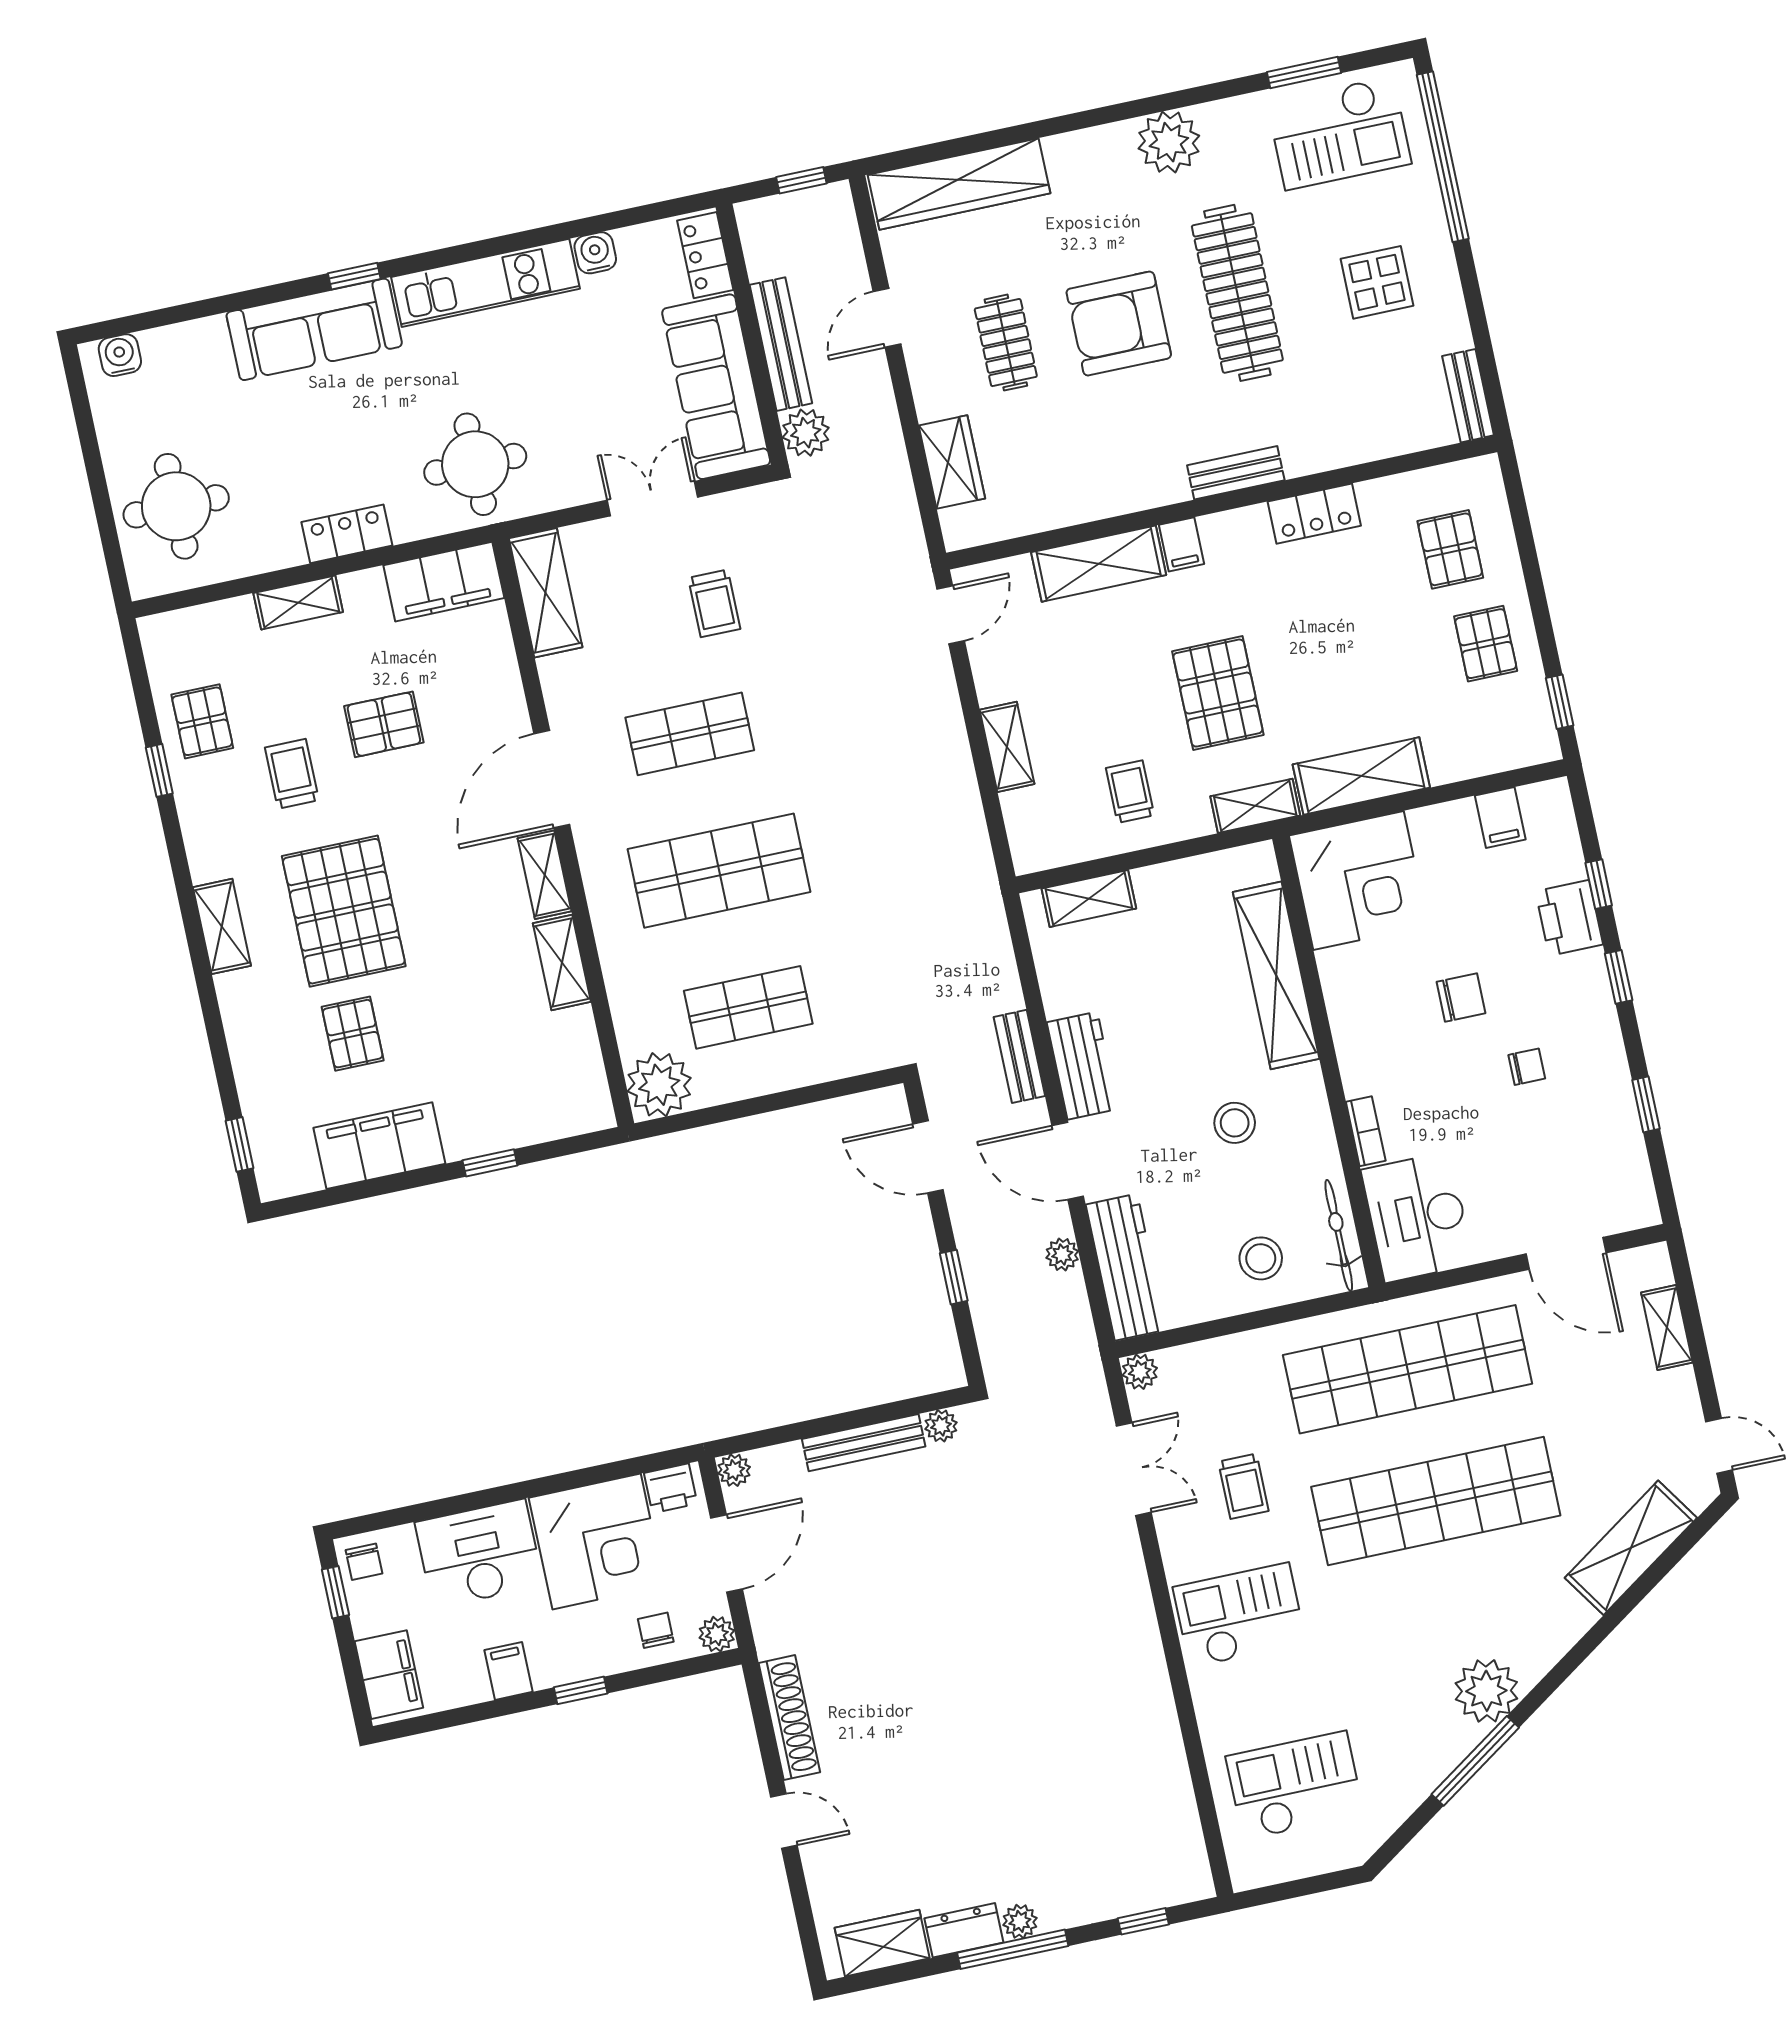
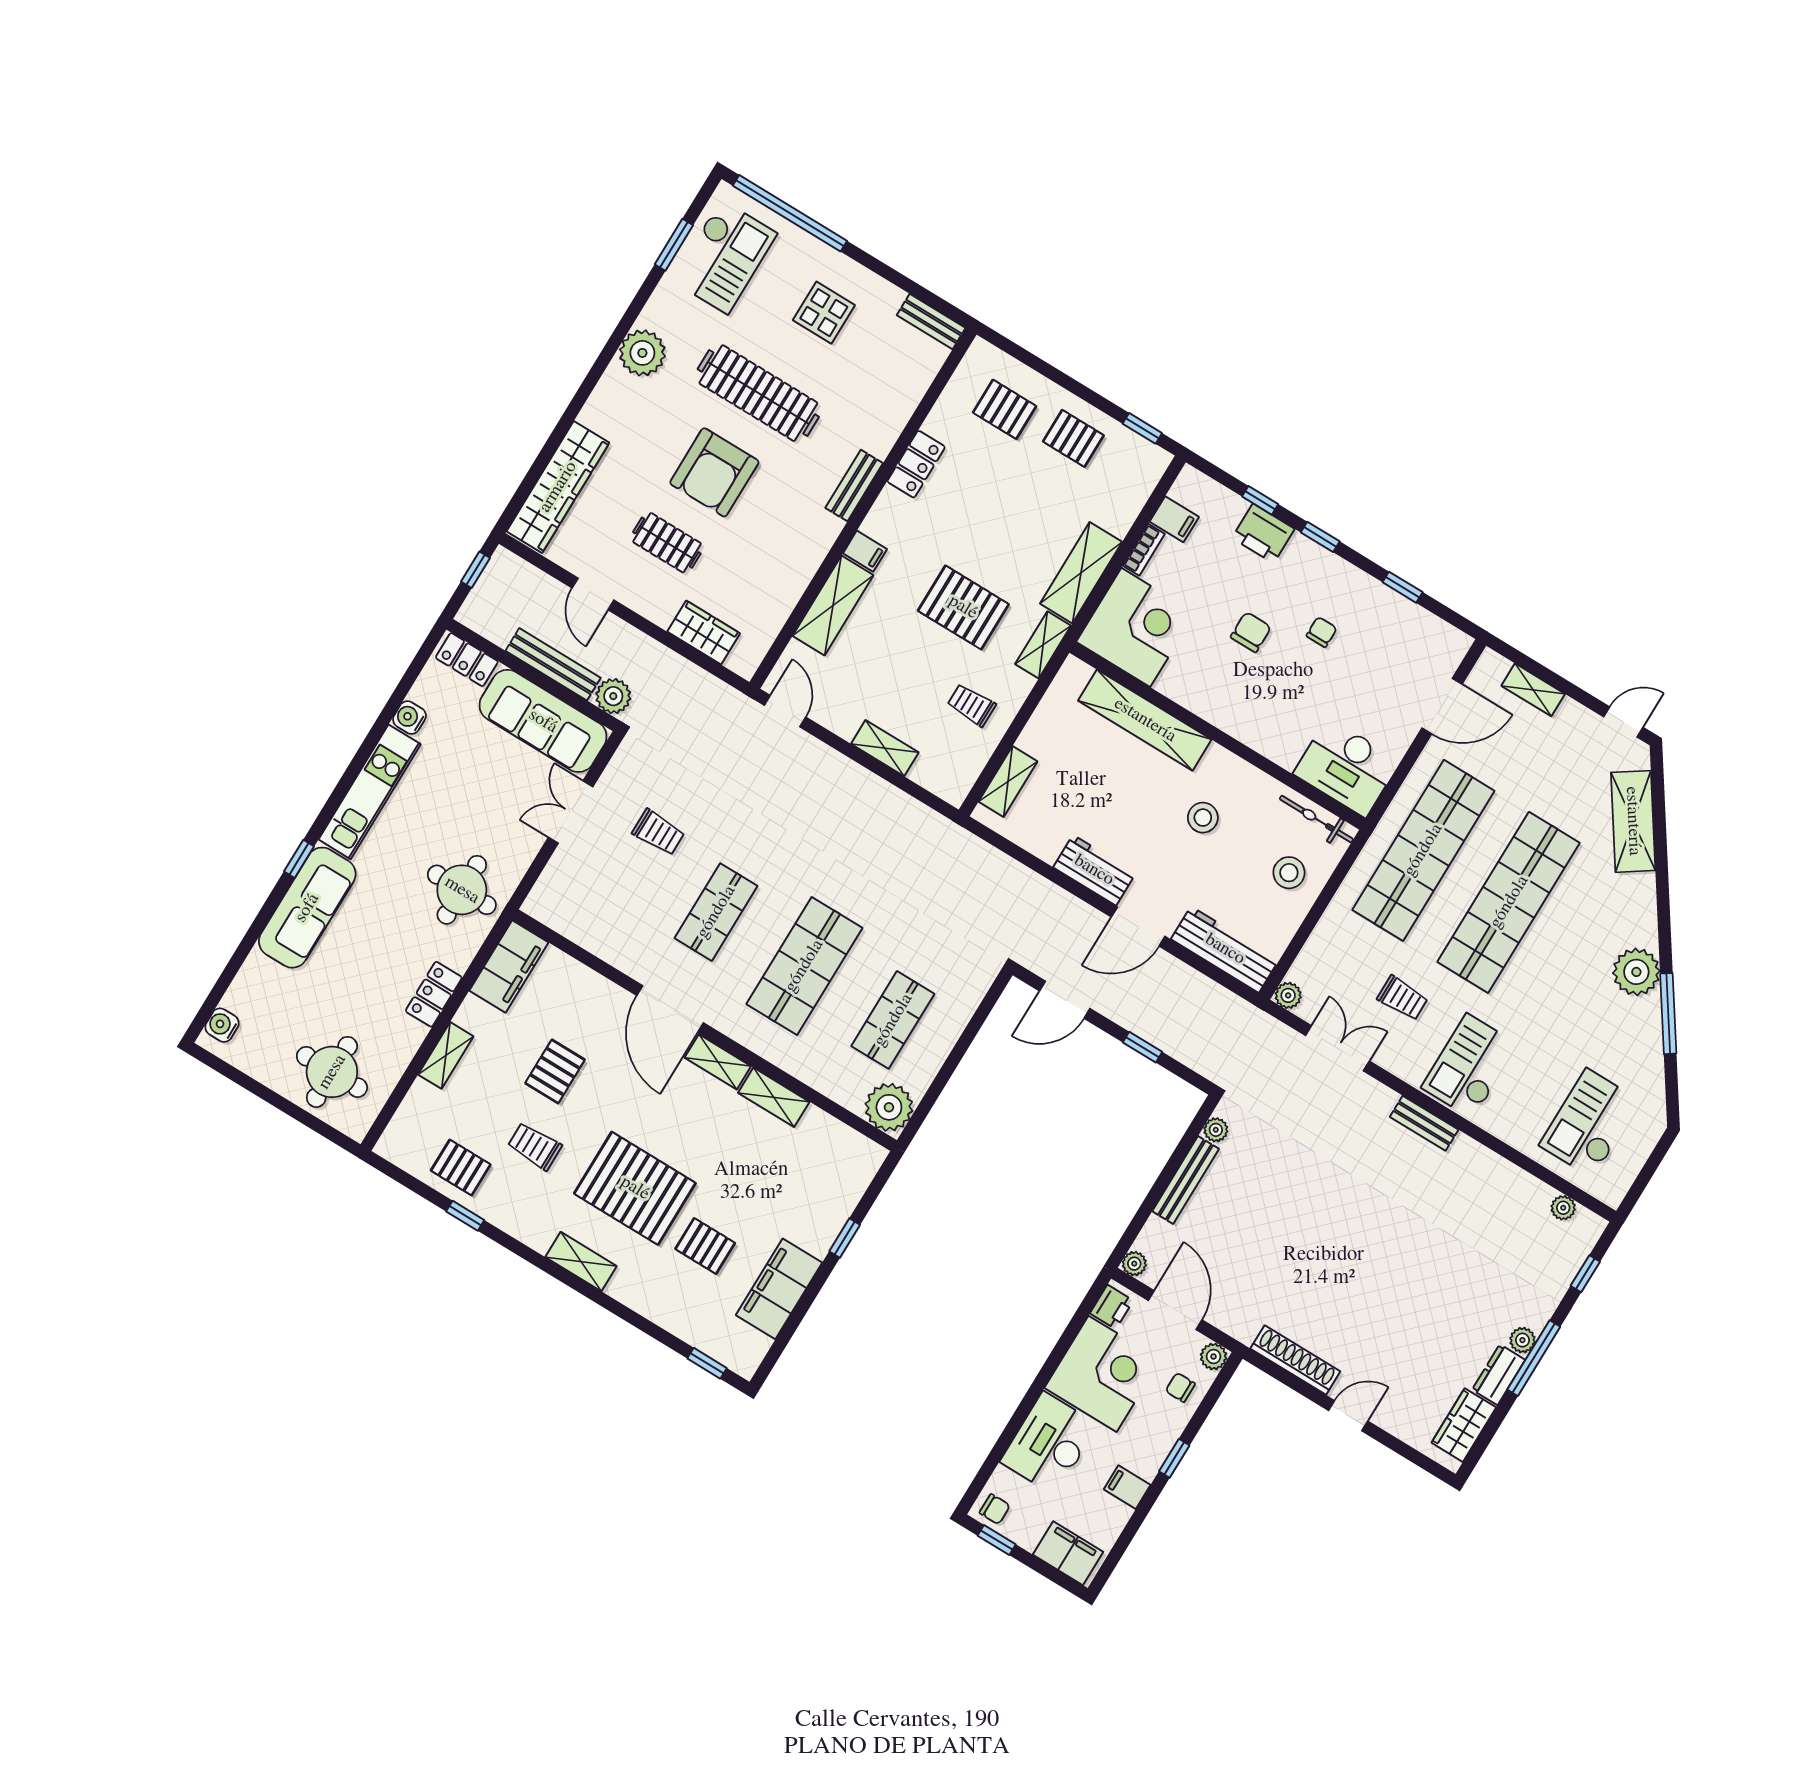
shelving: (546, 593) -> (567, 918), removed
bench: (1019, 1056) -> (1424, 1123), moved
bookcase: (1366, 1131) -> (1144, 550), moved, turned 90
plant: (1062, 1254) -> (1563, 1208), moved

